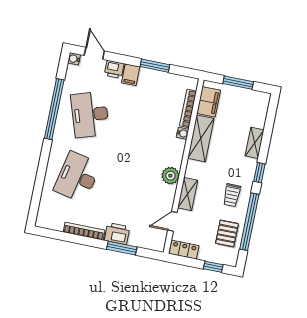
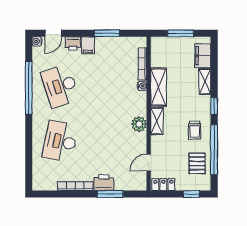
door: (94, 53) -> (53, 33), swing flipped
filing cabinet: (209, 102) -> (203, 56), moved, turned 180
shelving: (188, 194) -> (157, 121), moved

